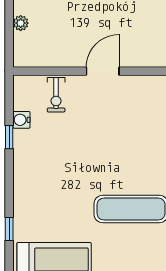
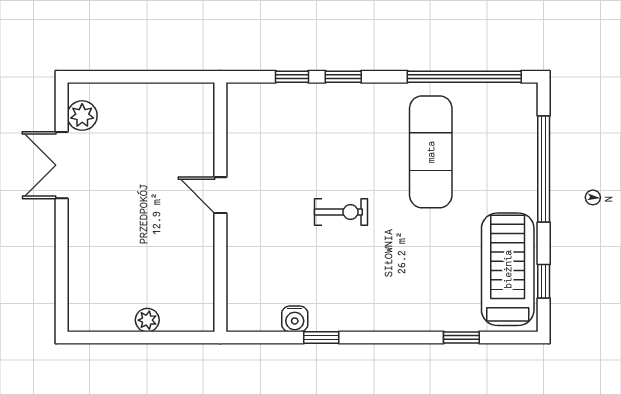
door: (103, 71) -> (220, 195), width x0.73
exercise bike: (56, 95) -> (341, 212), moved

